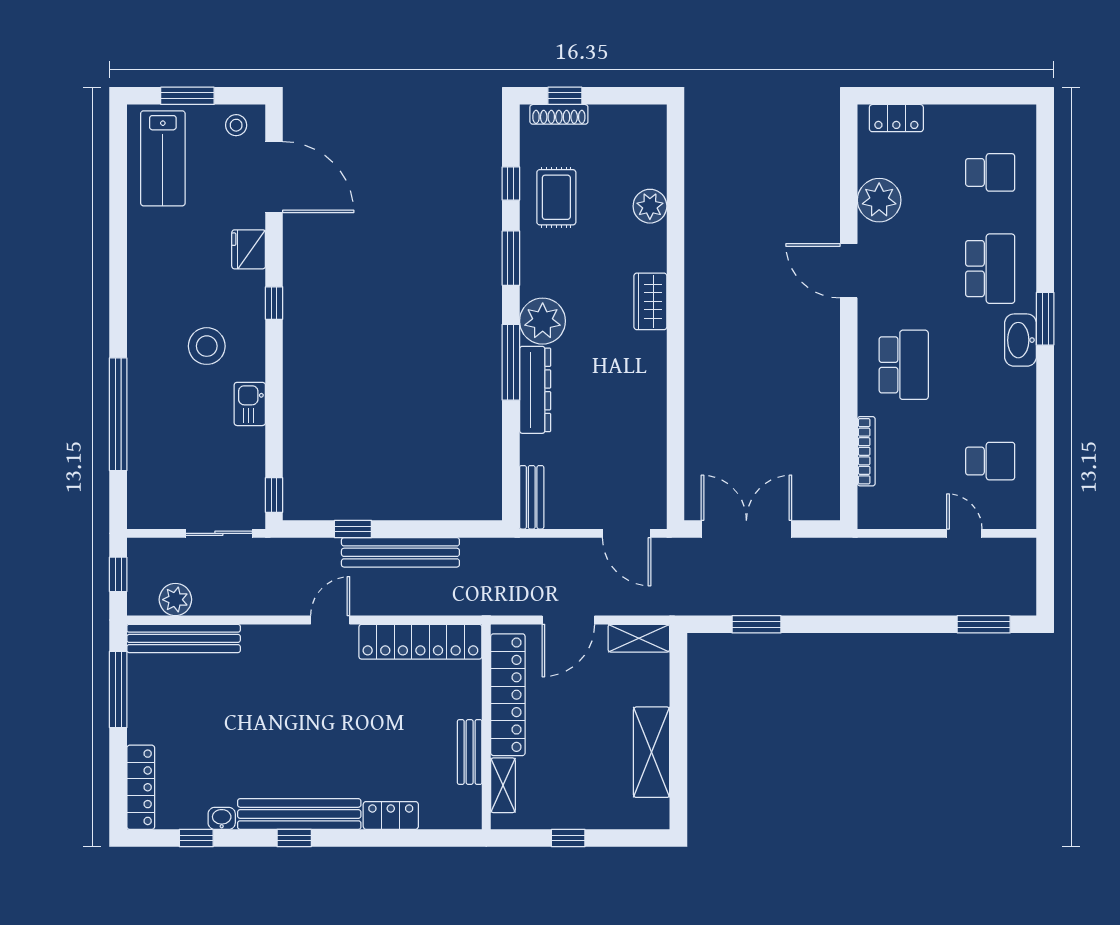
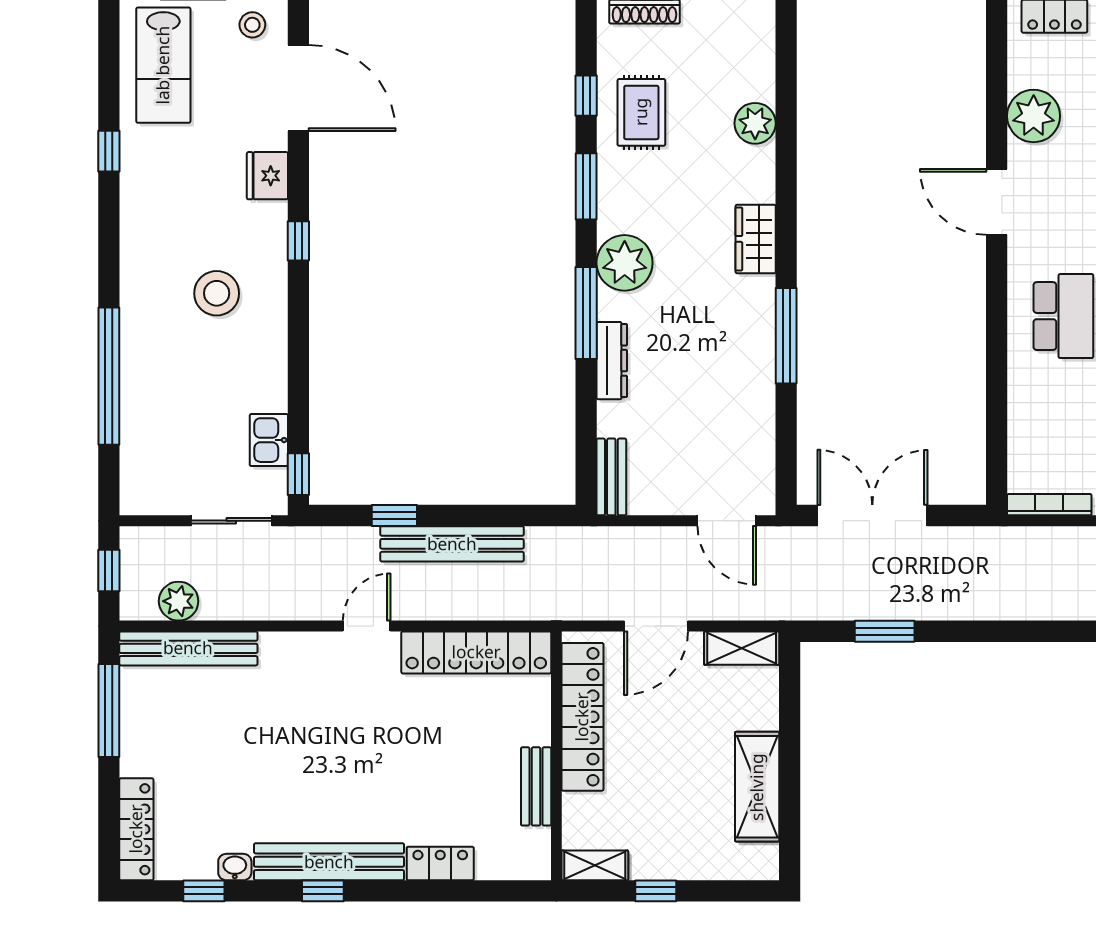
window: (118, 229) -> (109, 151), added
window: (675, 381) -> (786, 336), added
dresser: (535, 390) -> (612, 361), width x0.73, depth x0.80
kitchen sink: (250, 404) -> (269, 440), moved
bookcase: (866, 451) -> (1049, 505), moved, turned -90
shelving: (503, 785) -> (595, 865), moved, turned 90

